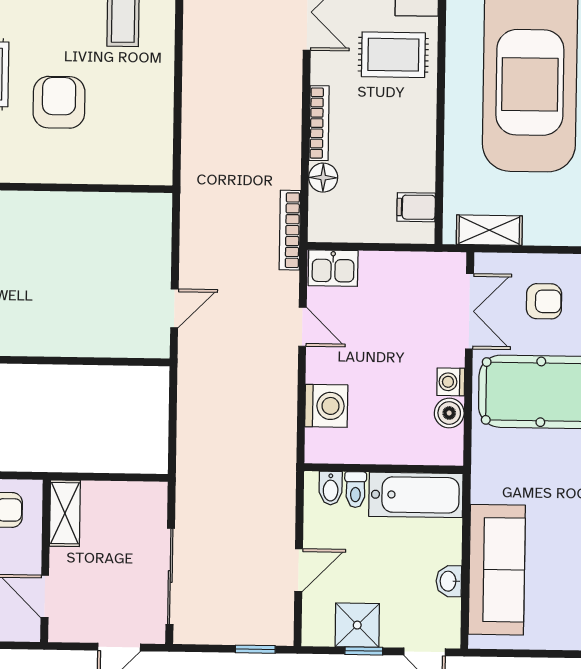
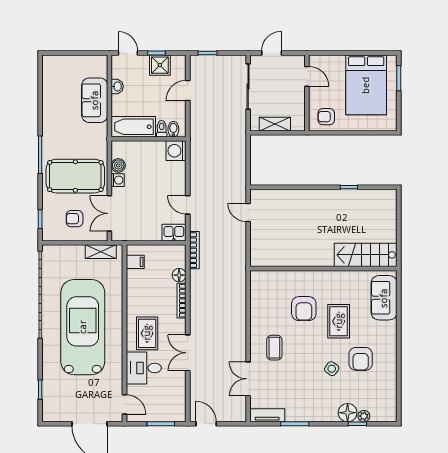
rug: (393, 55) -> (147, 333), turned 90
door: (174, 308) -> (248, 213), hinge flipped
washing machine: (326, 406) -> (176, 151), moved
shelving: (65, 513) -> (275, 124), moved, turned 90
sofa: (497, 570) -> (95, 100), width x0.73

